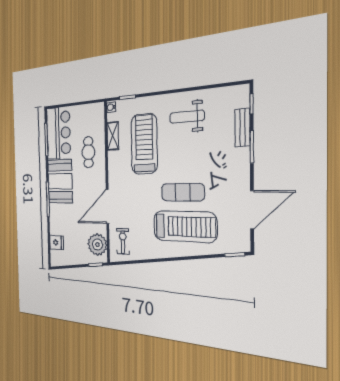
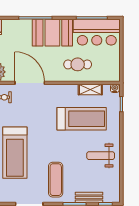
weight bench: (187, 117) -> (101, 156), turned -90
exercise mat: (183, 192) -> (56, 180), moved

